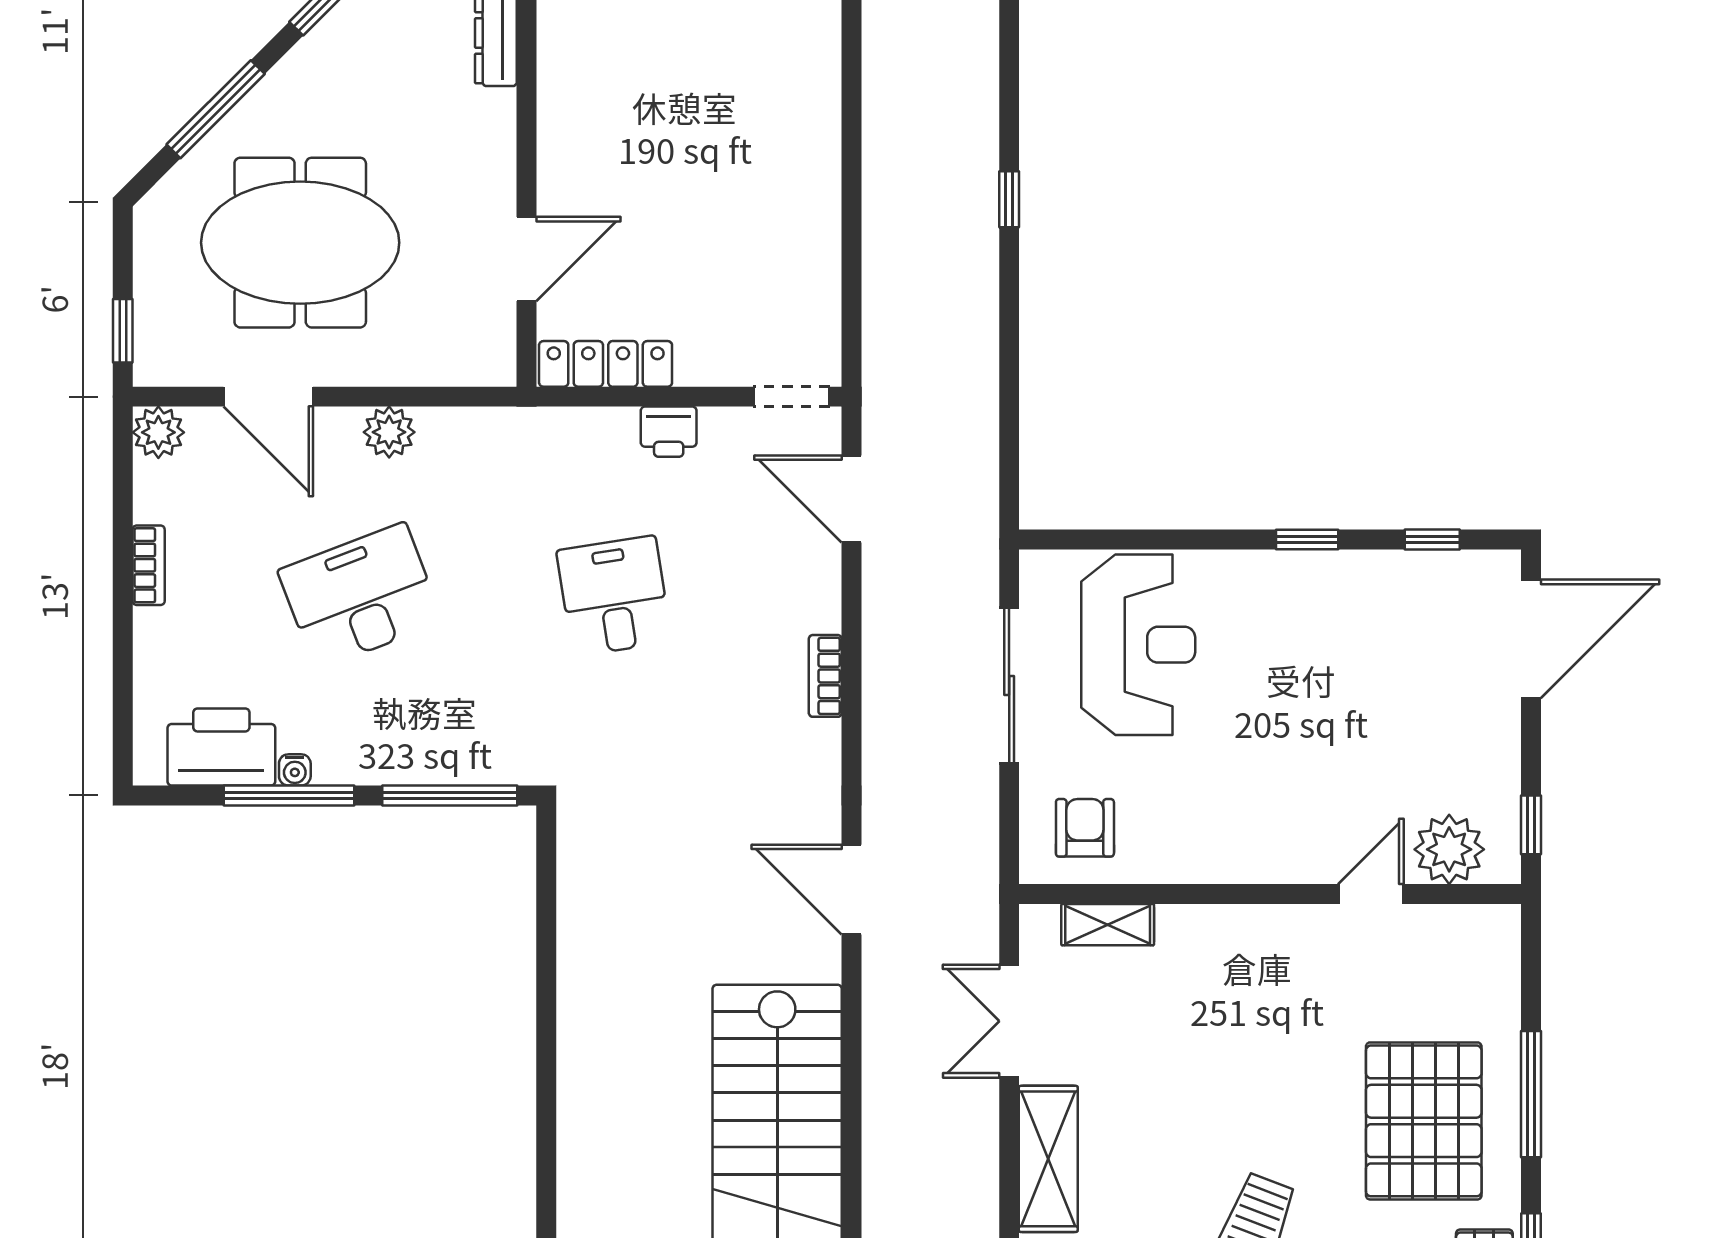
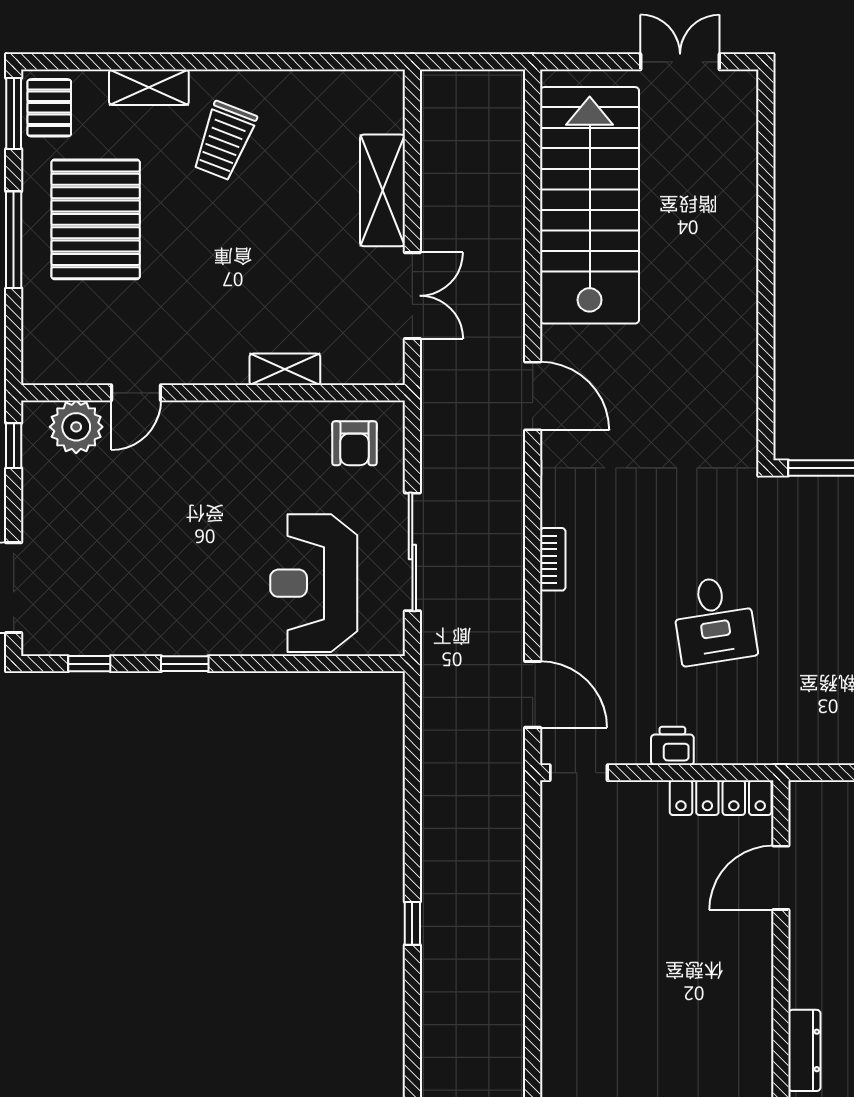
shelving: (1108, 925) -> (285, 369), moved

